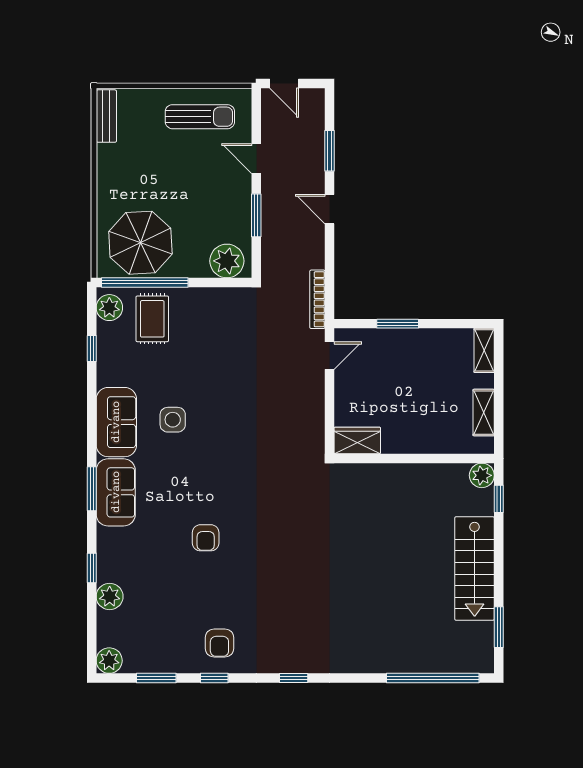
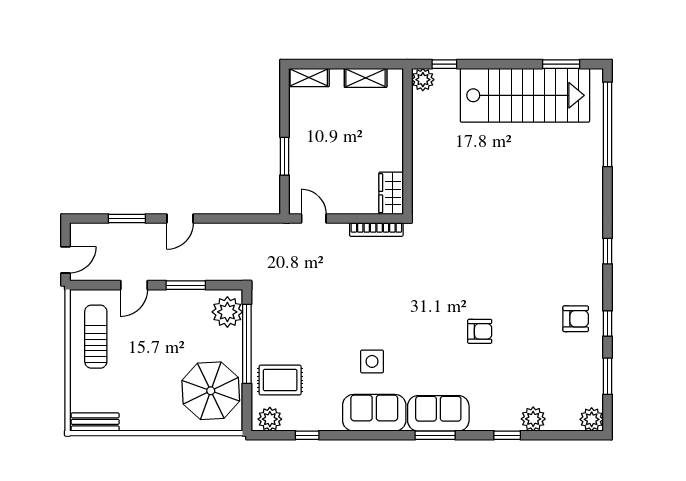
window: (145, 282) -> (247, 344), moved
bookcase: (317, 299) -> (376, 229), moved
stairs: (475, 568) -> (525, 95), width x1.36, depth x1.51

